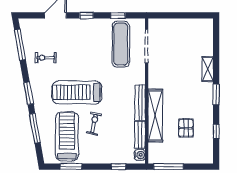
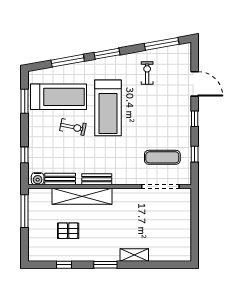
exercise mat: (121, 44) -> (162, 157), width x0.73, depth x0.69
treadmill: (77, 92) -> (108, 108), turned 180
bench: (140, 102) -> (97, 179), width x0.73

